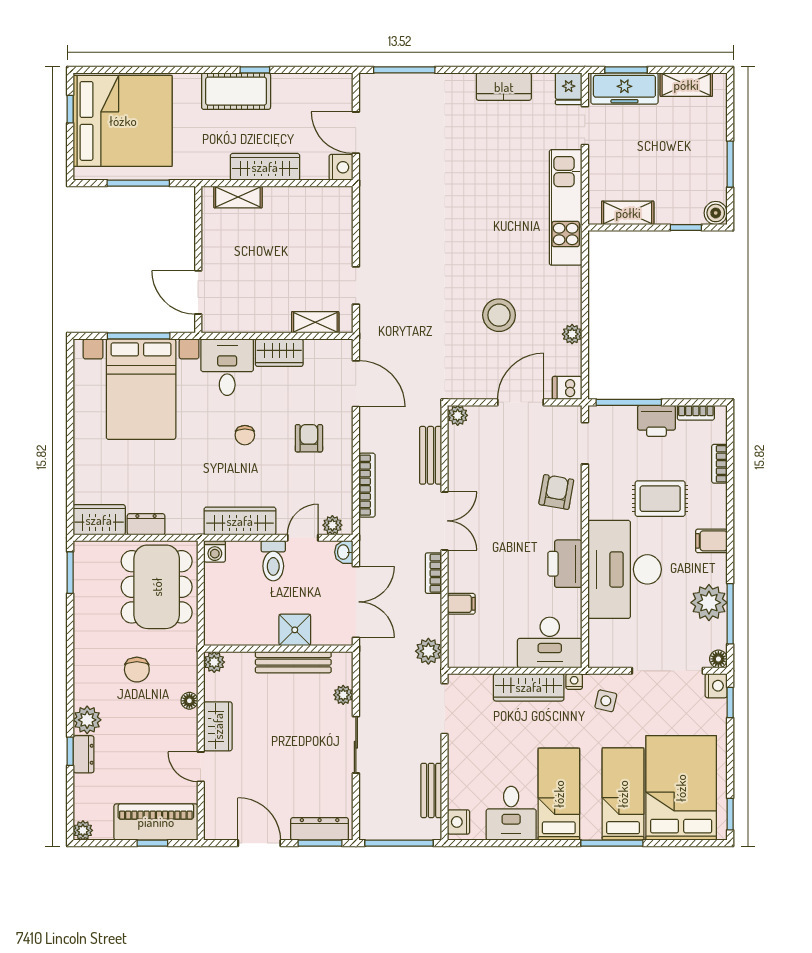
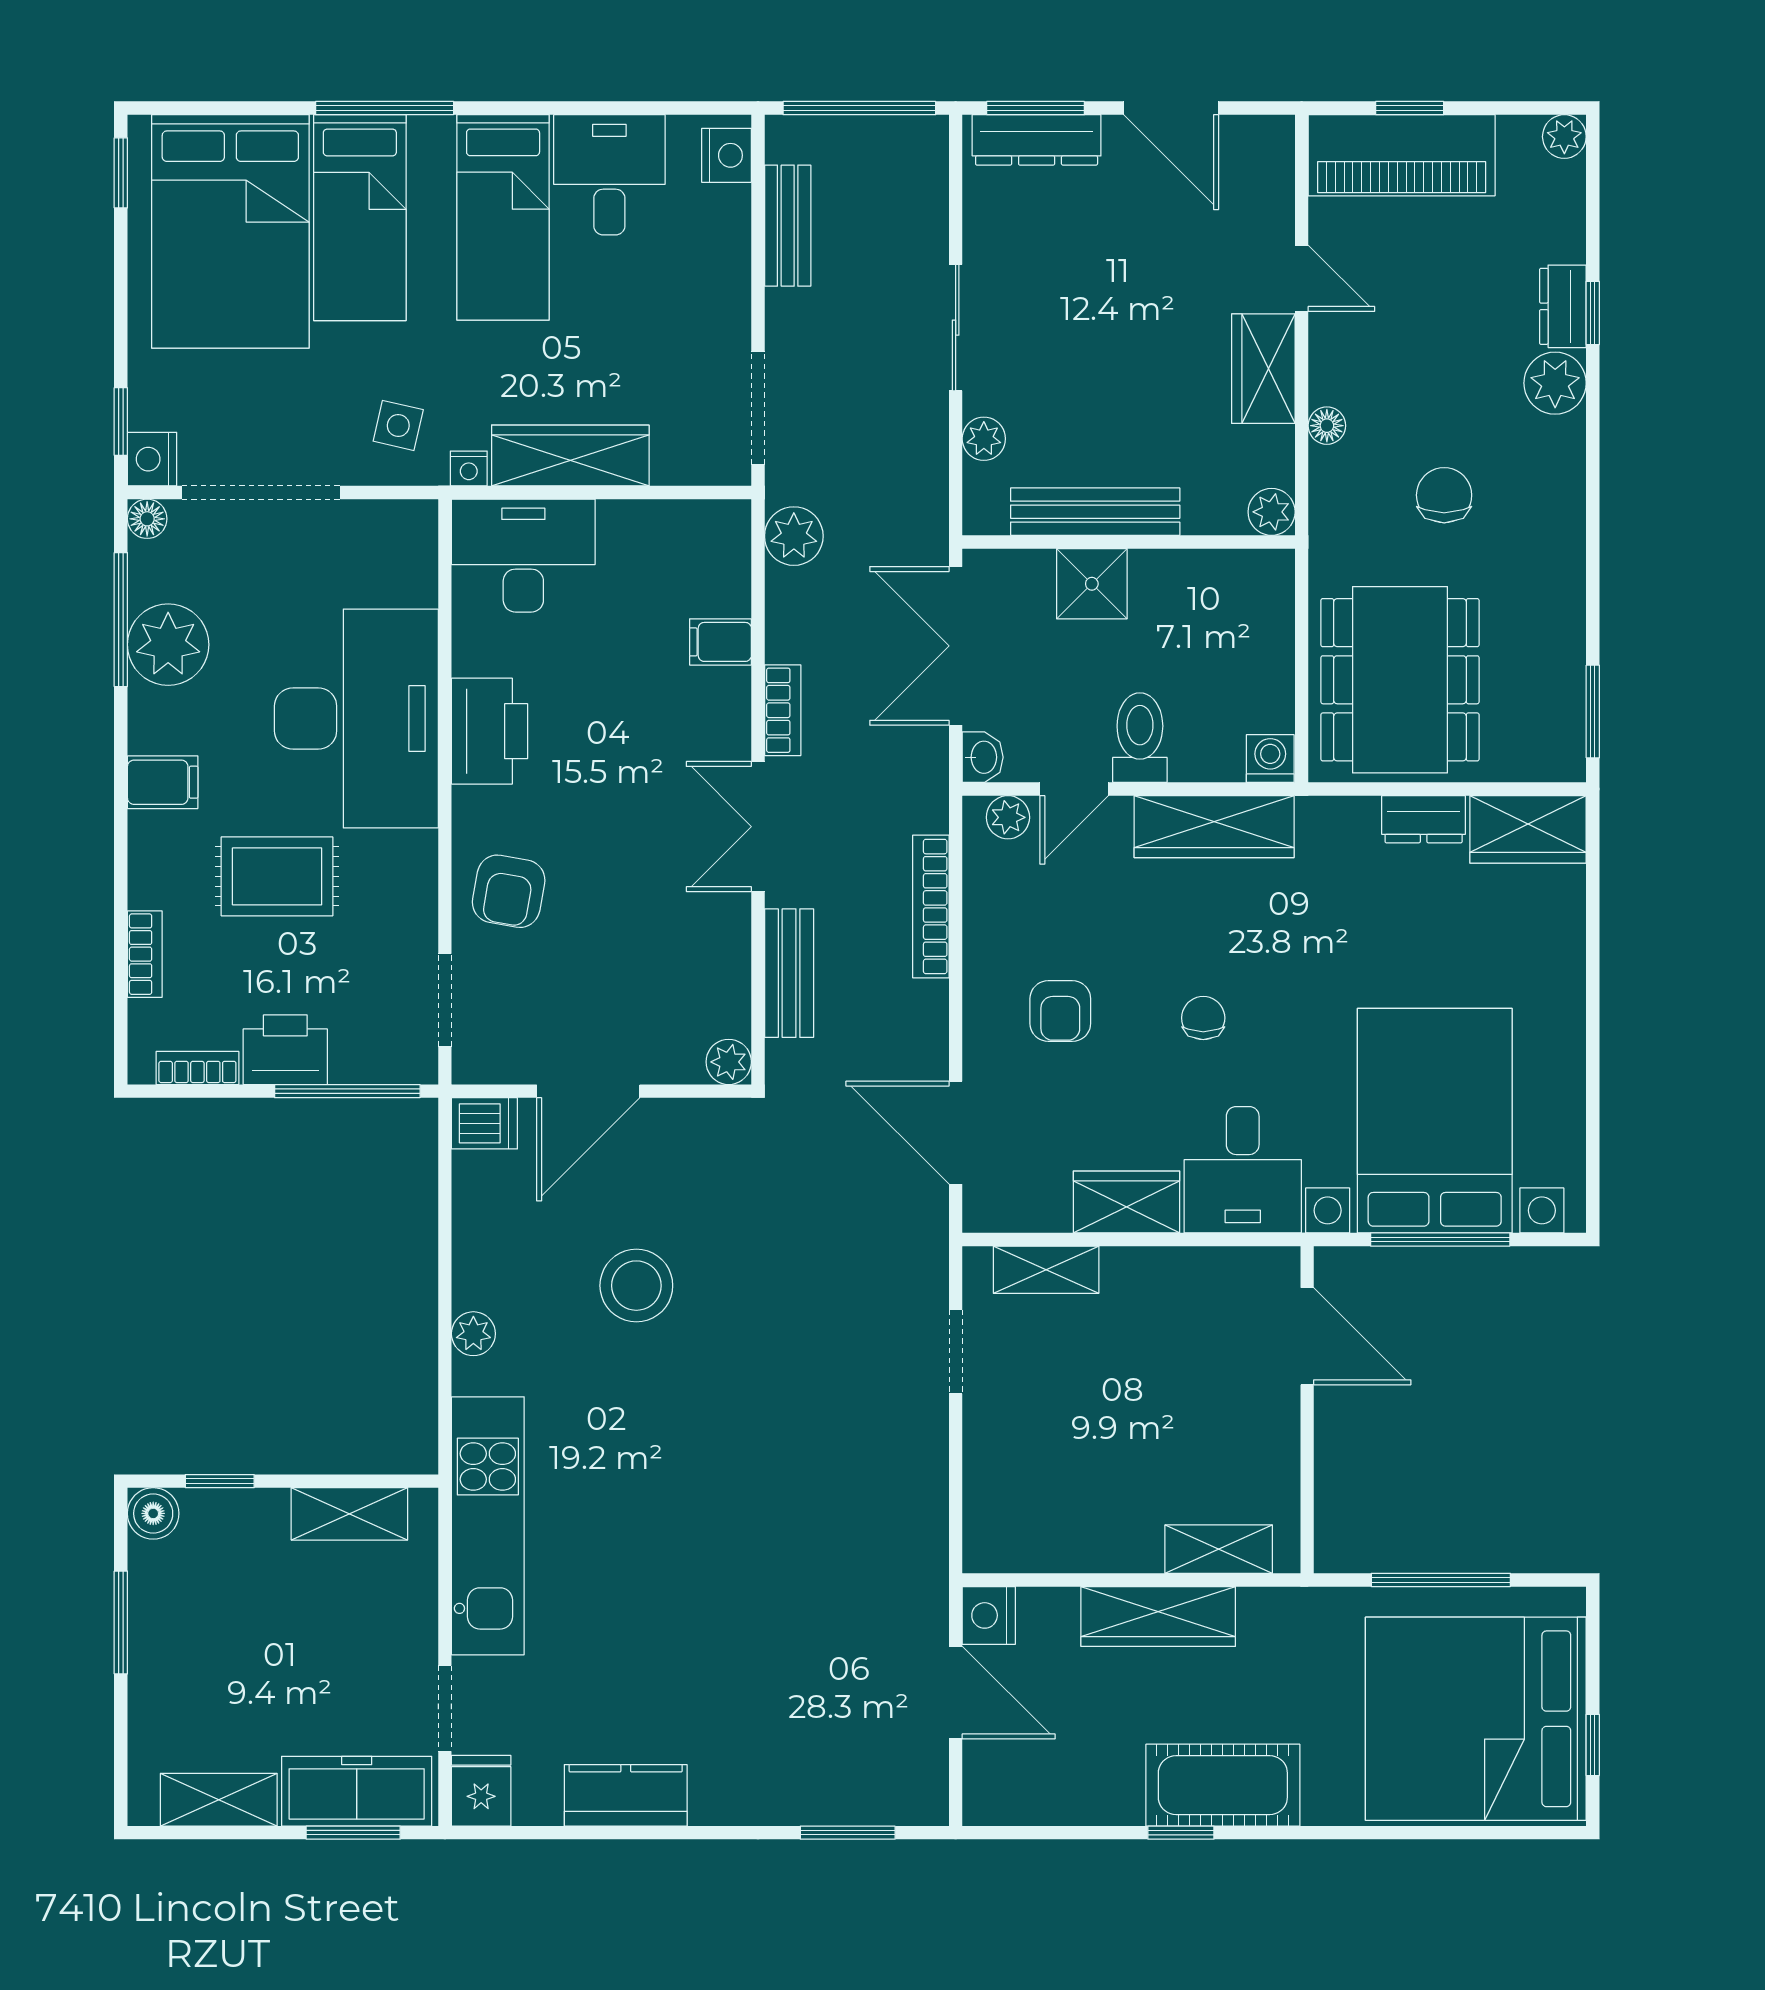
window: (404, 70) -> (848, 1833), width x0.69
plant: (572, 334) -> (473, 1334), moved

